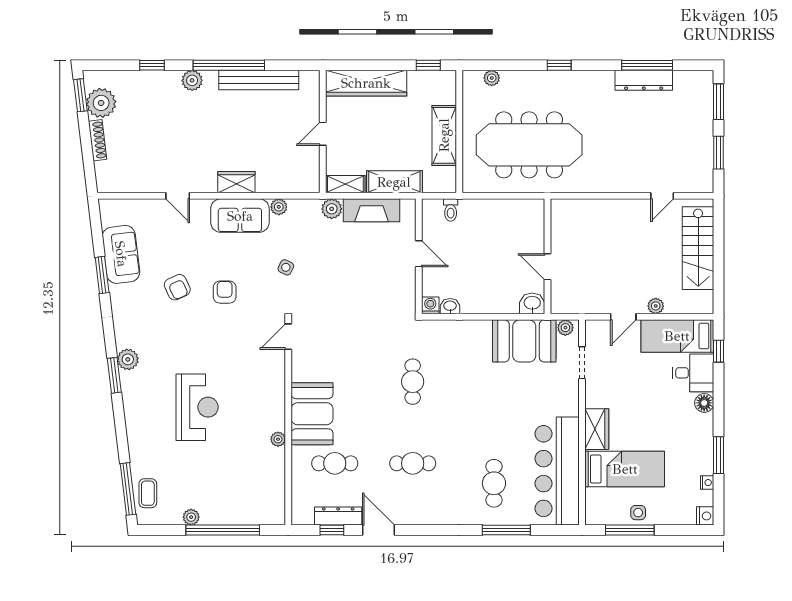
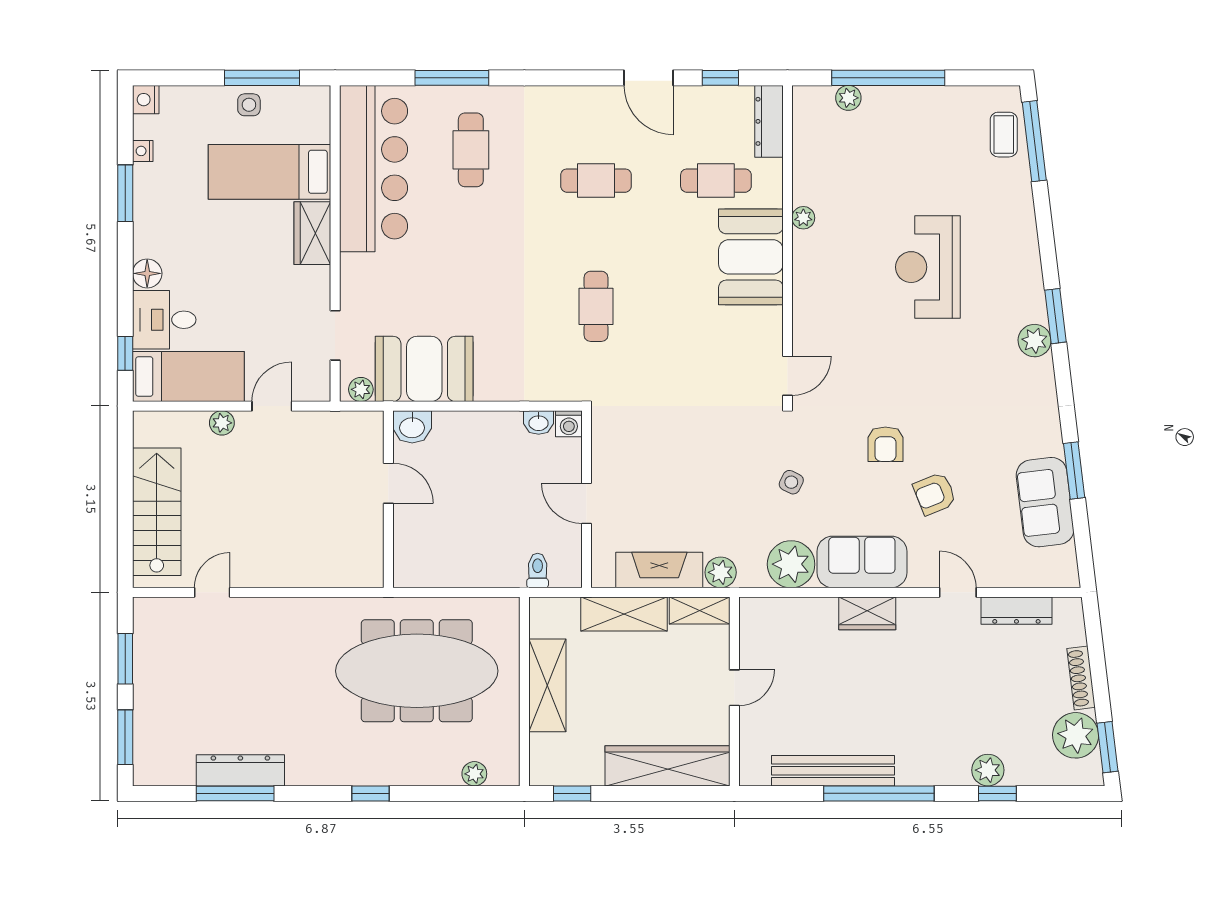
plant: (192, 80) -> (988, 770), moved
dresser: (140, 184) -> (1016, 611), added
plant: (279, 207) -> (791, 564), width x1.87, depth x1.87
armchair: (177, 287) -> (935, 494), moved, turned -87
dresser: (338, 516) -> (769, 121), moved, turned 90
plant: (191, 517) -> (848, 98), moved

